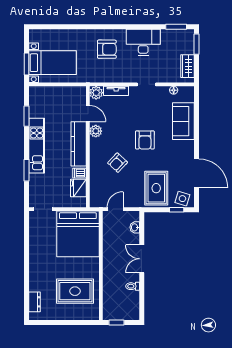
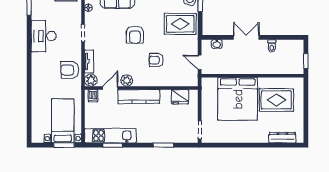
armchair: (107, 49) -> (70, 70), moved, turned -90
armchair: (145, 140) -> (135, 35), turned 90
kitchen unit: (37, 146) -> (110, 136), moved
armchair: (118, 163) -> (156, 60), turned 137
dishwasher: (79, 173) -> (93, 96), moved
bed: (78, 234) -> (238, 99), moved, turned 90
double door: (142, 259) -> (246, 37), swing flipped
rug: (75, 291) -> (276, 100), turned 90
dresser: (35, 302) -> (282, 138), width x1.44

